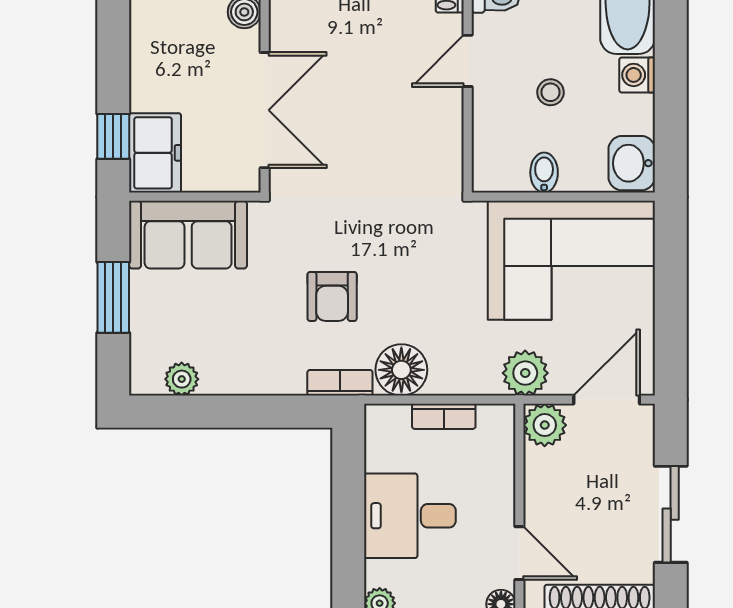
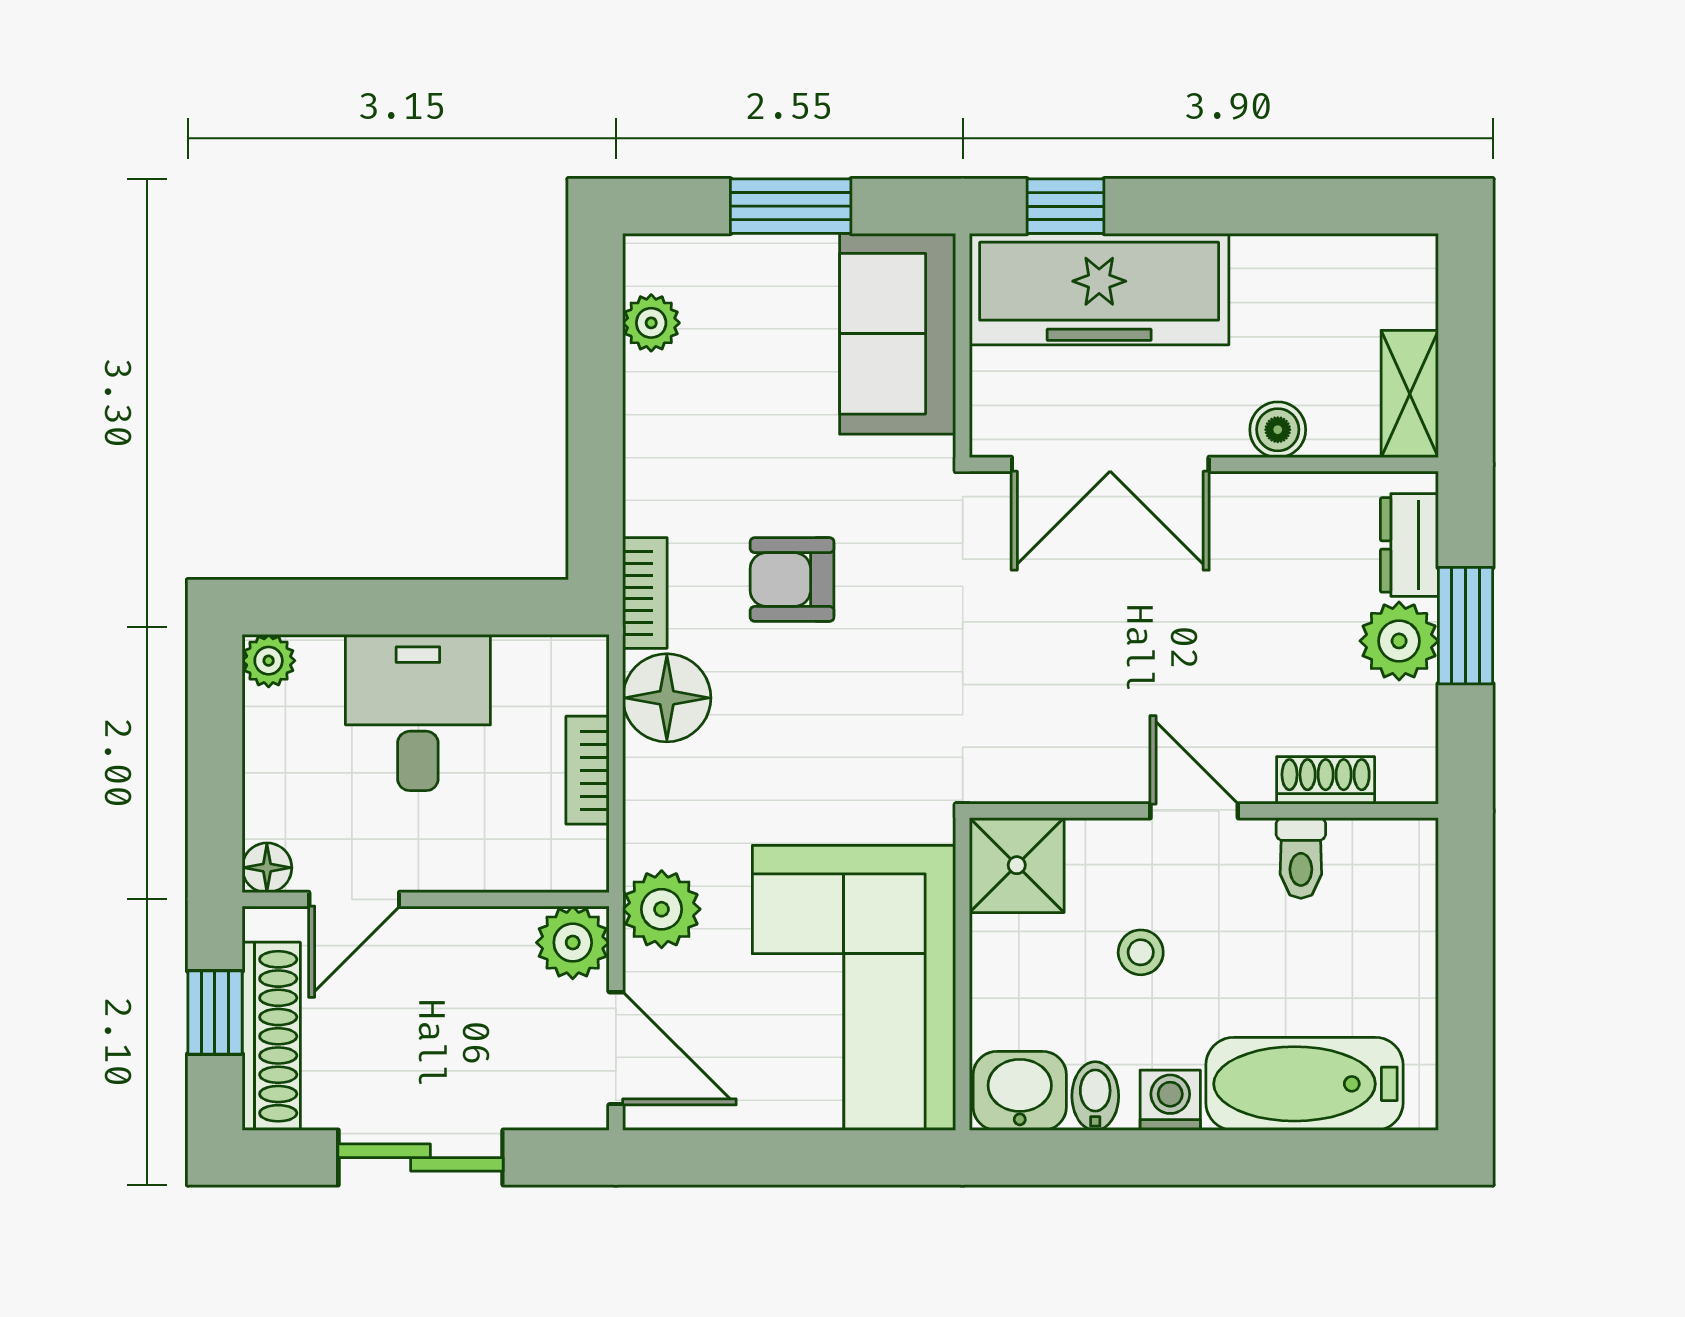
freezer: (155, 153) -> (1099, 289), width x1.91, depth x1.26
shower: (499, 165) -> (1017, 865), added
bidet: (544, 173) -> (1095, 1096), moved, turned -90

